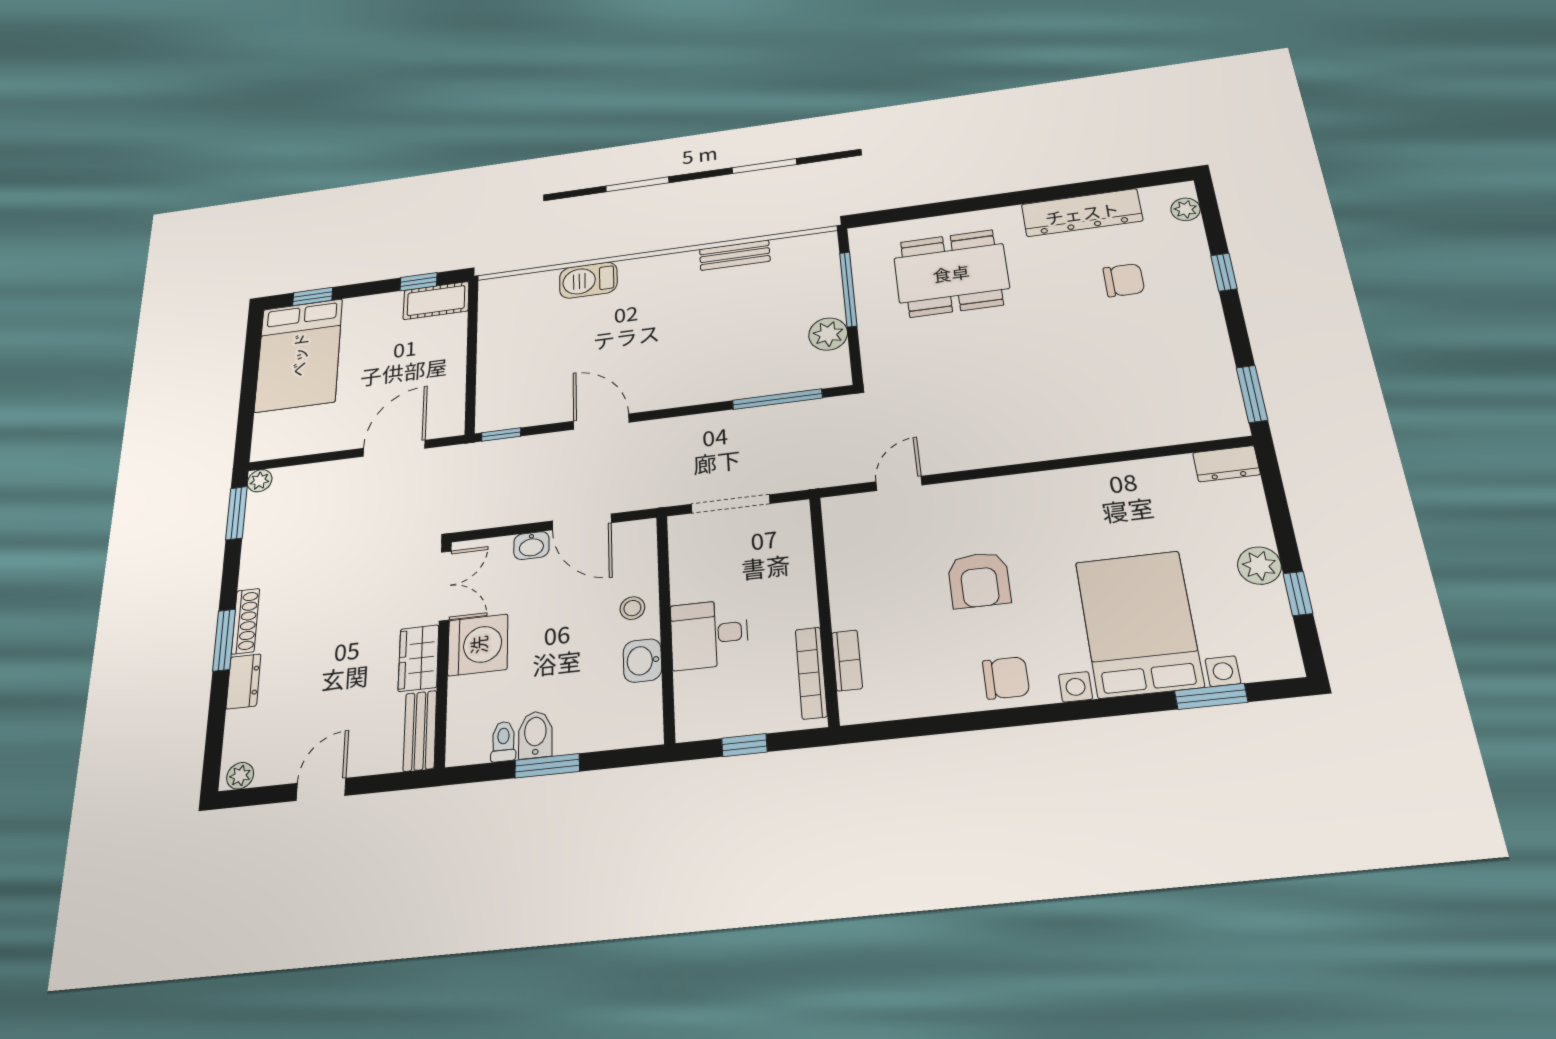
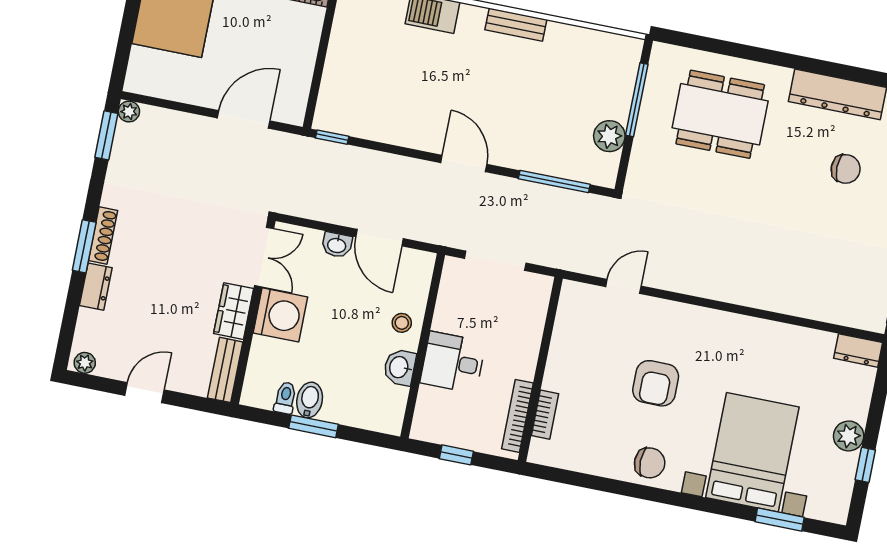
bench: (735, 255) -> (516, 25), moved
door: (601, 422) -> (464, 163), moved

